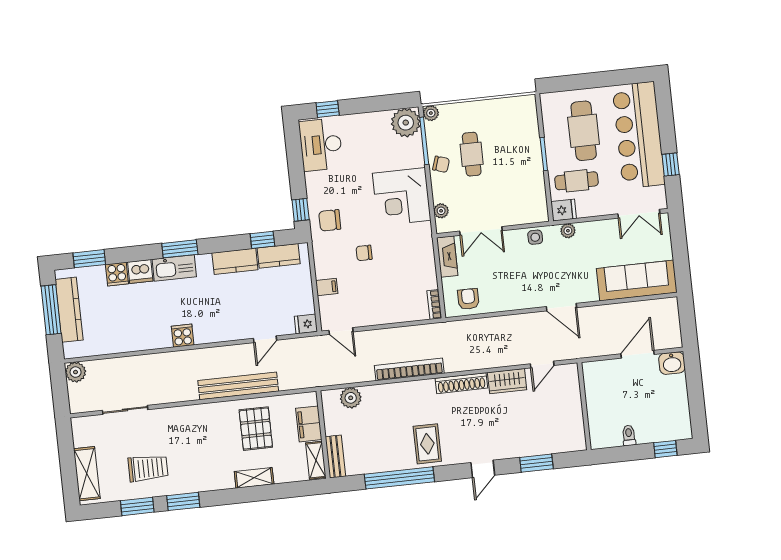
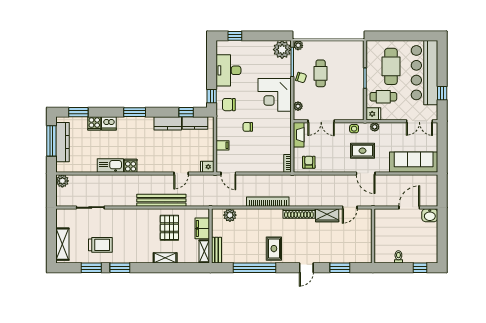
desk: (321, 145) -> (228, 70), moved
kitchen sink: (174, 268) -> (110, 165), moved, turned 180
rug: (553, 271) -> (363, 151), added

